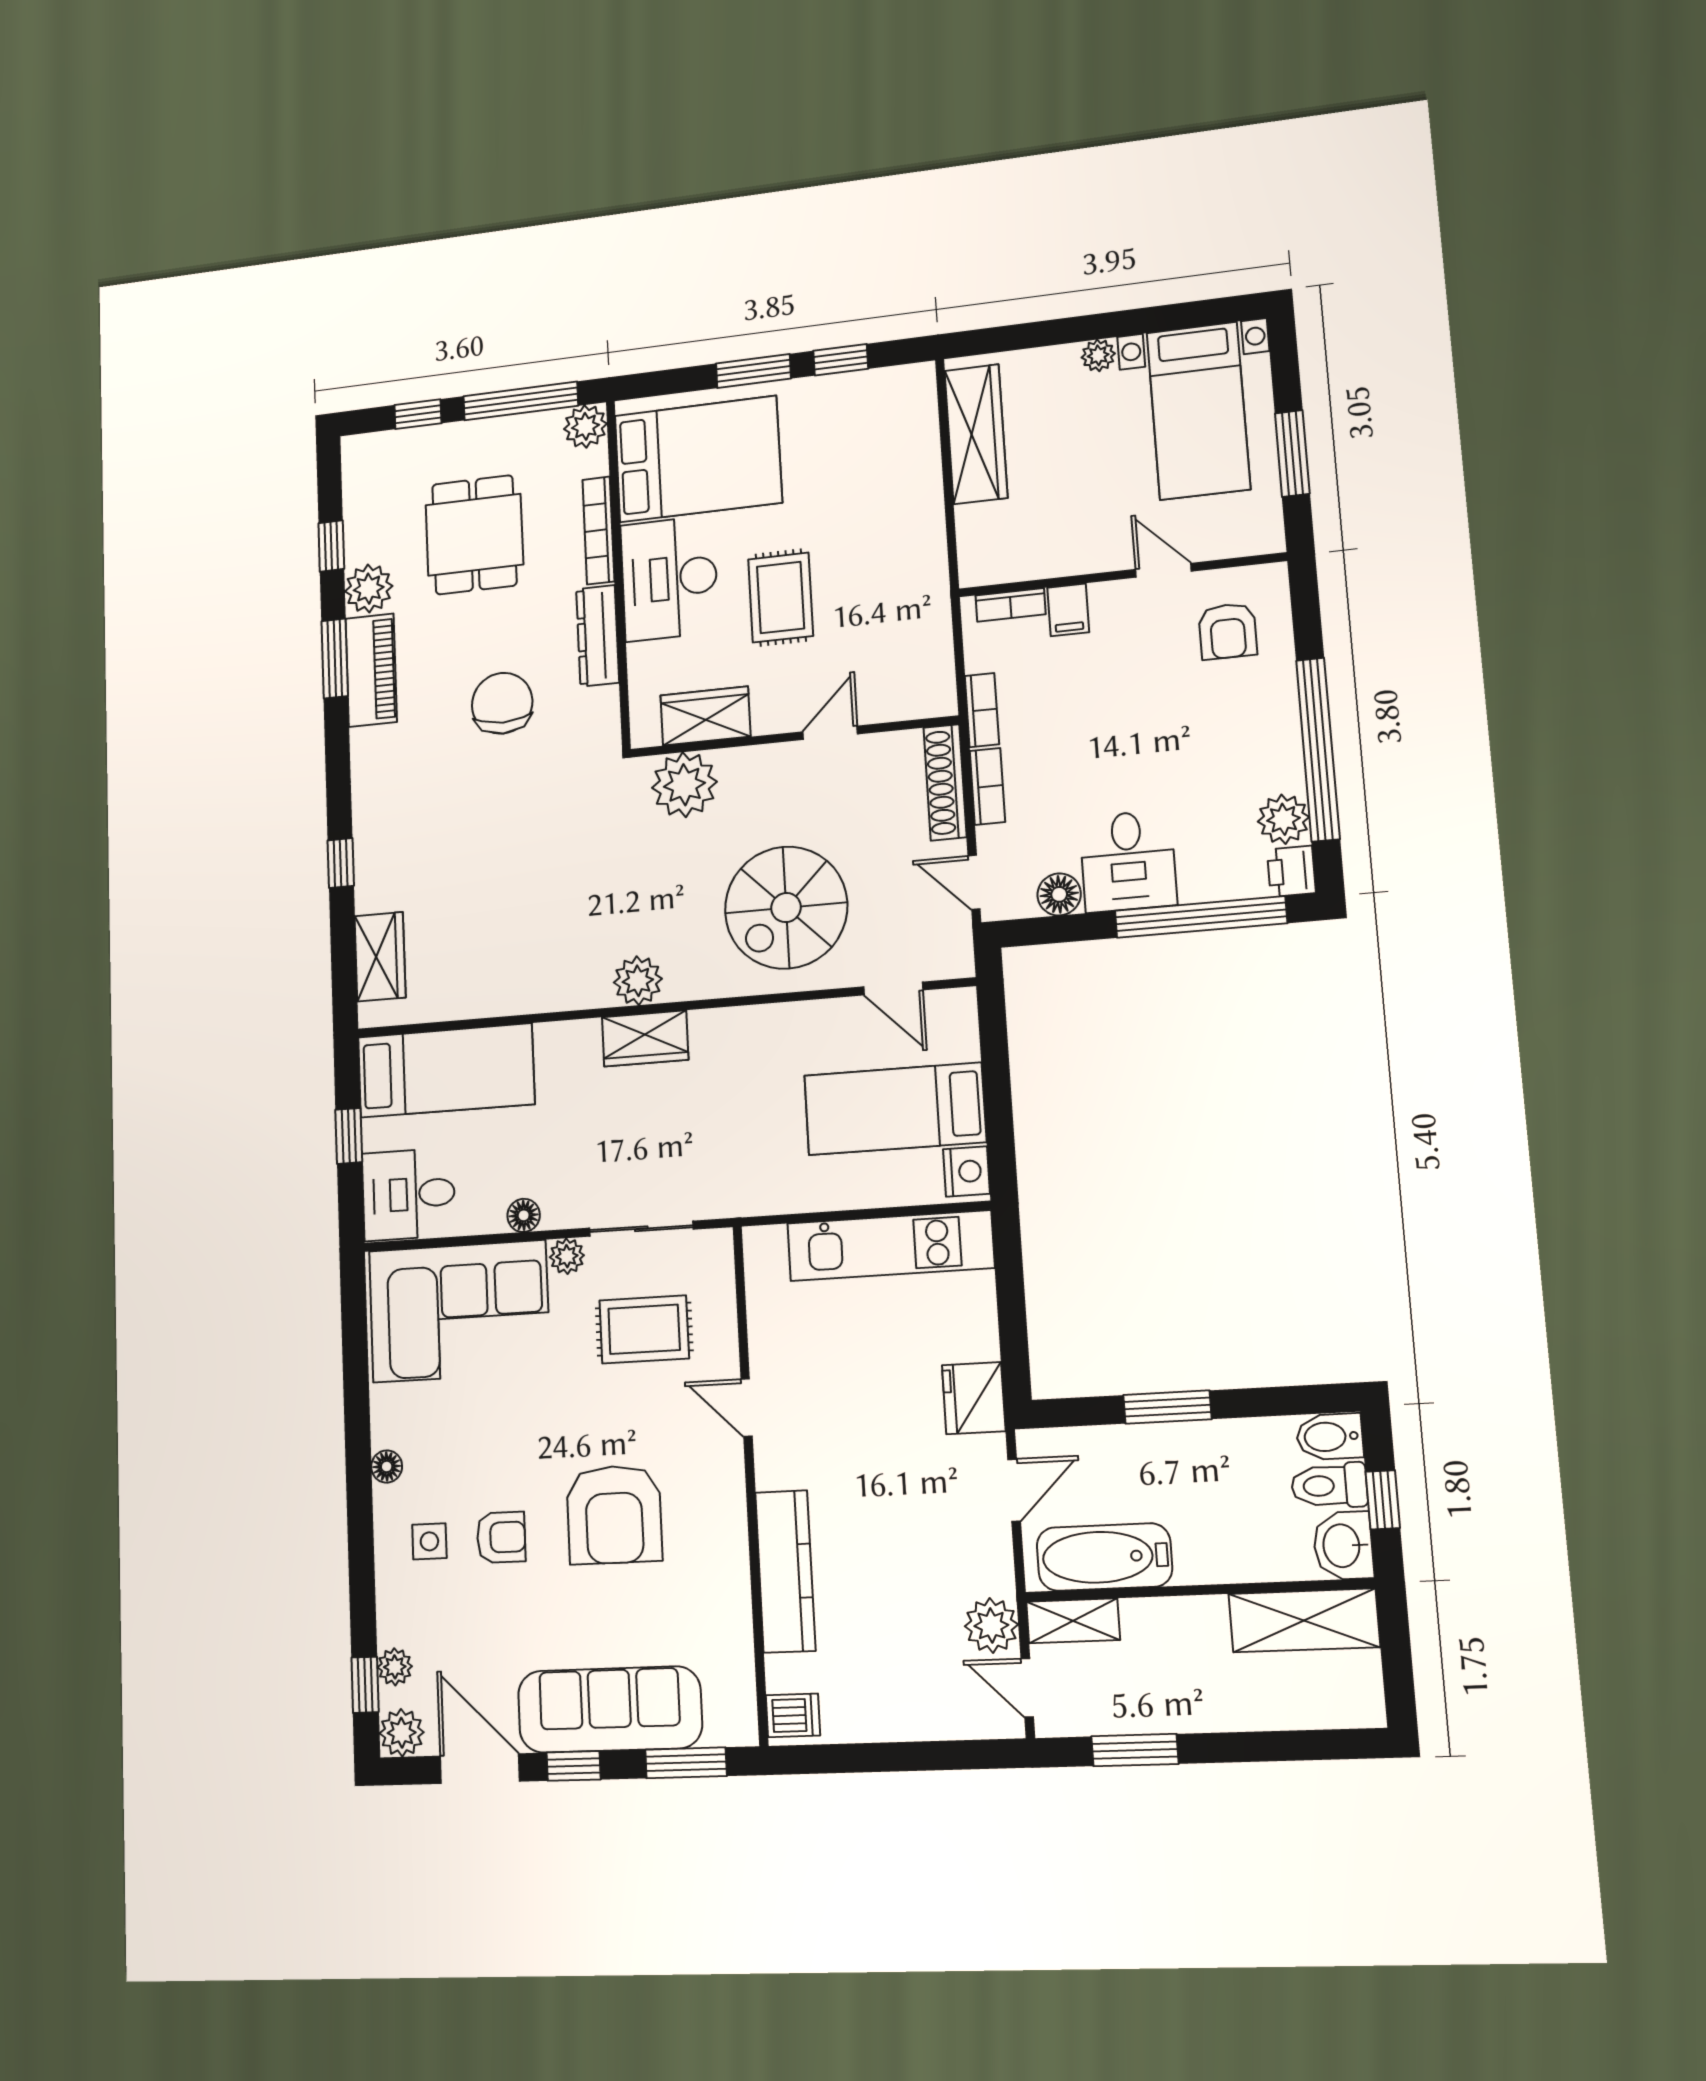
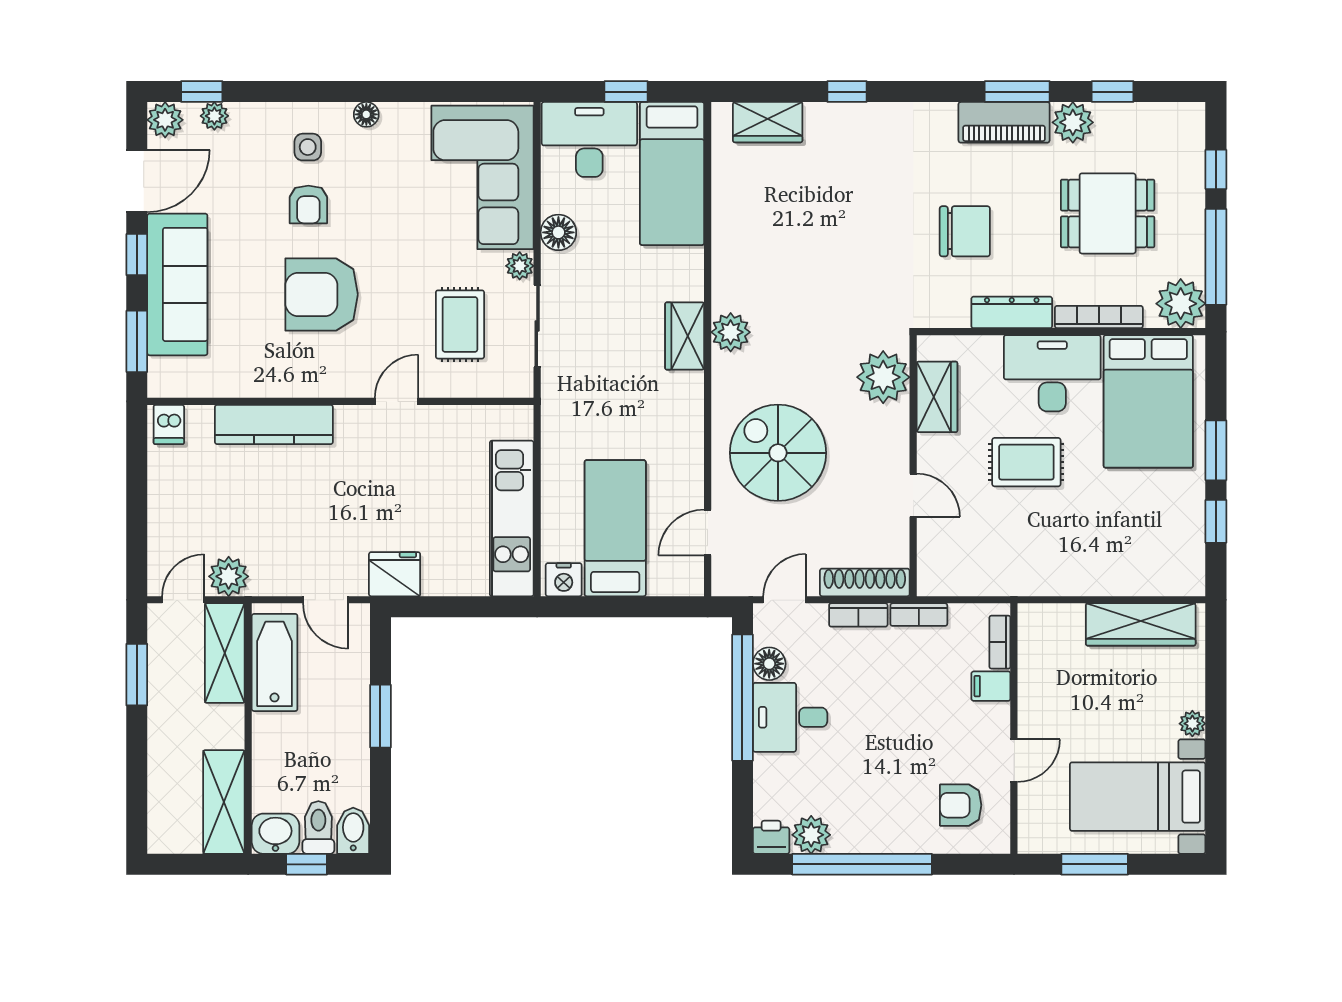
plant: (585, 426) -> (1181, 304), width x1.36, depth x1.36
window: (1201, 917) -> (742, 698), moved
desk: (409, 1194) -> (589, 139), width x1.37
floor lamp: (524, 1215) -> (558, 232), width x1.37, depth x1.37
shelving: (1073, 1621) -> (225, 653), width x1.50, depth x1.33

